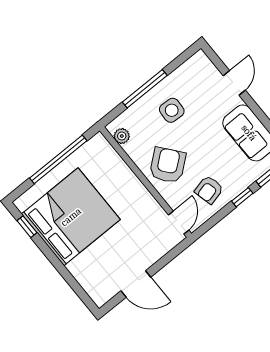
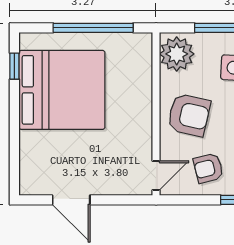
plant: (122, 136) -> (177, 54), width x1.88, depth x1.88
armchair: (168, 165) -> (189, 115), turned 52

